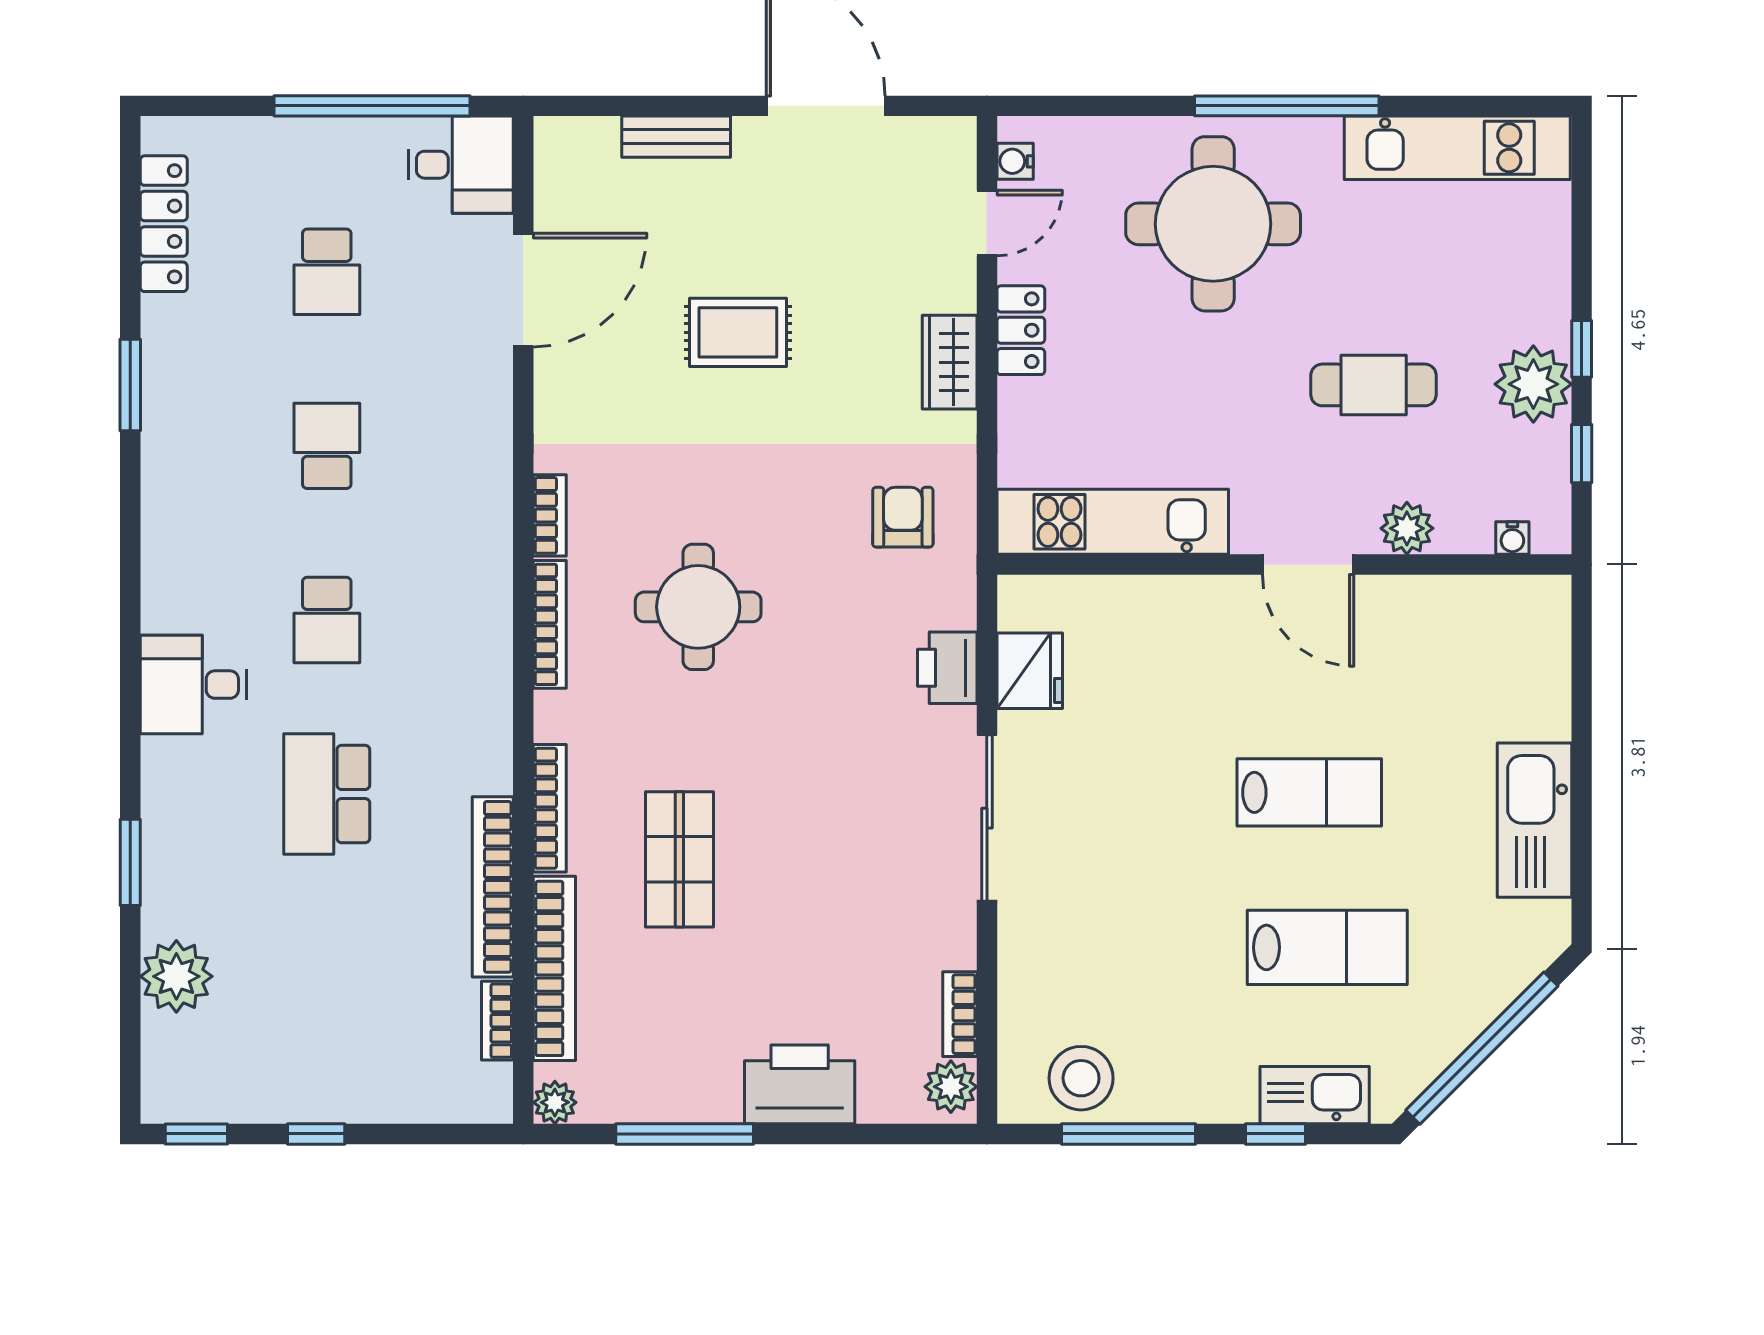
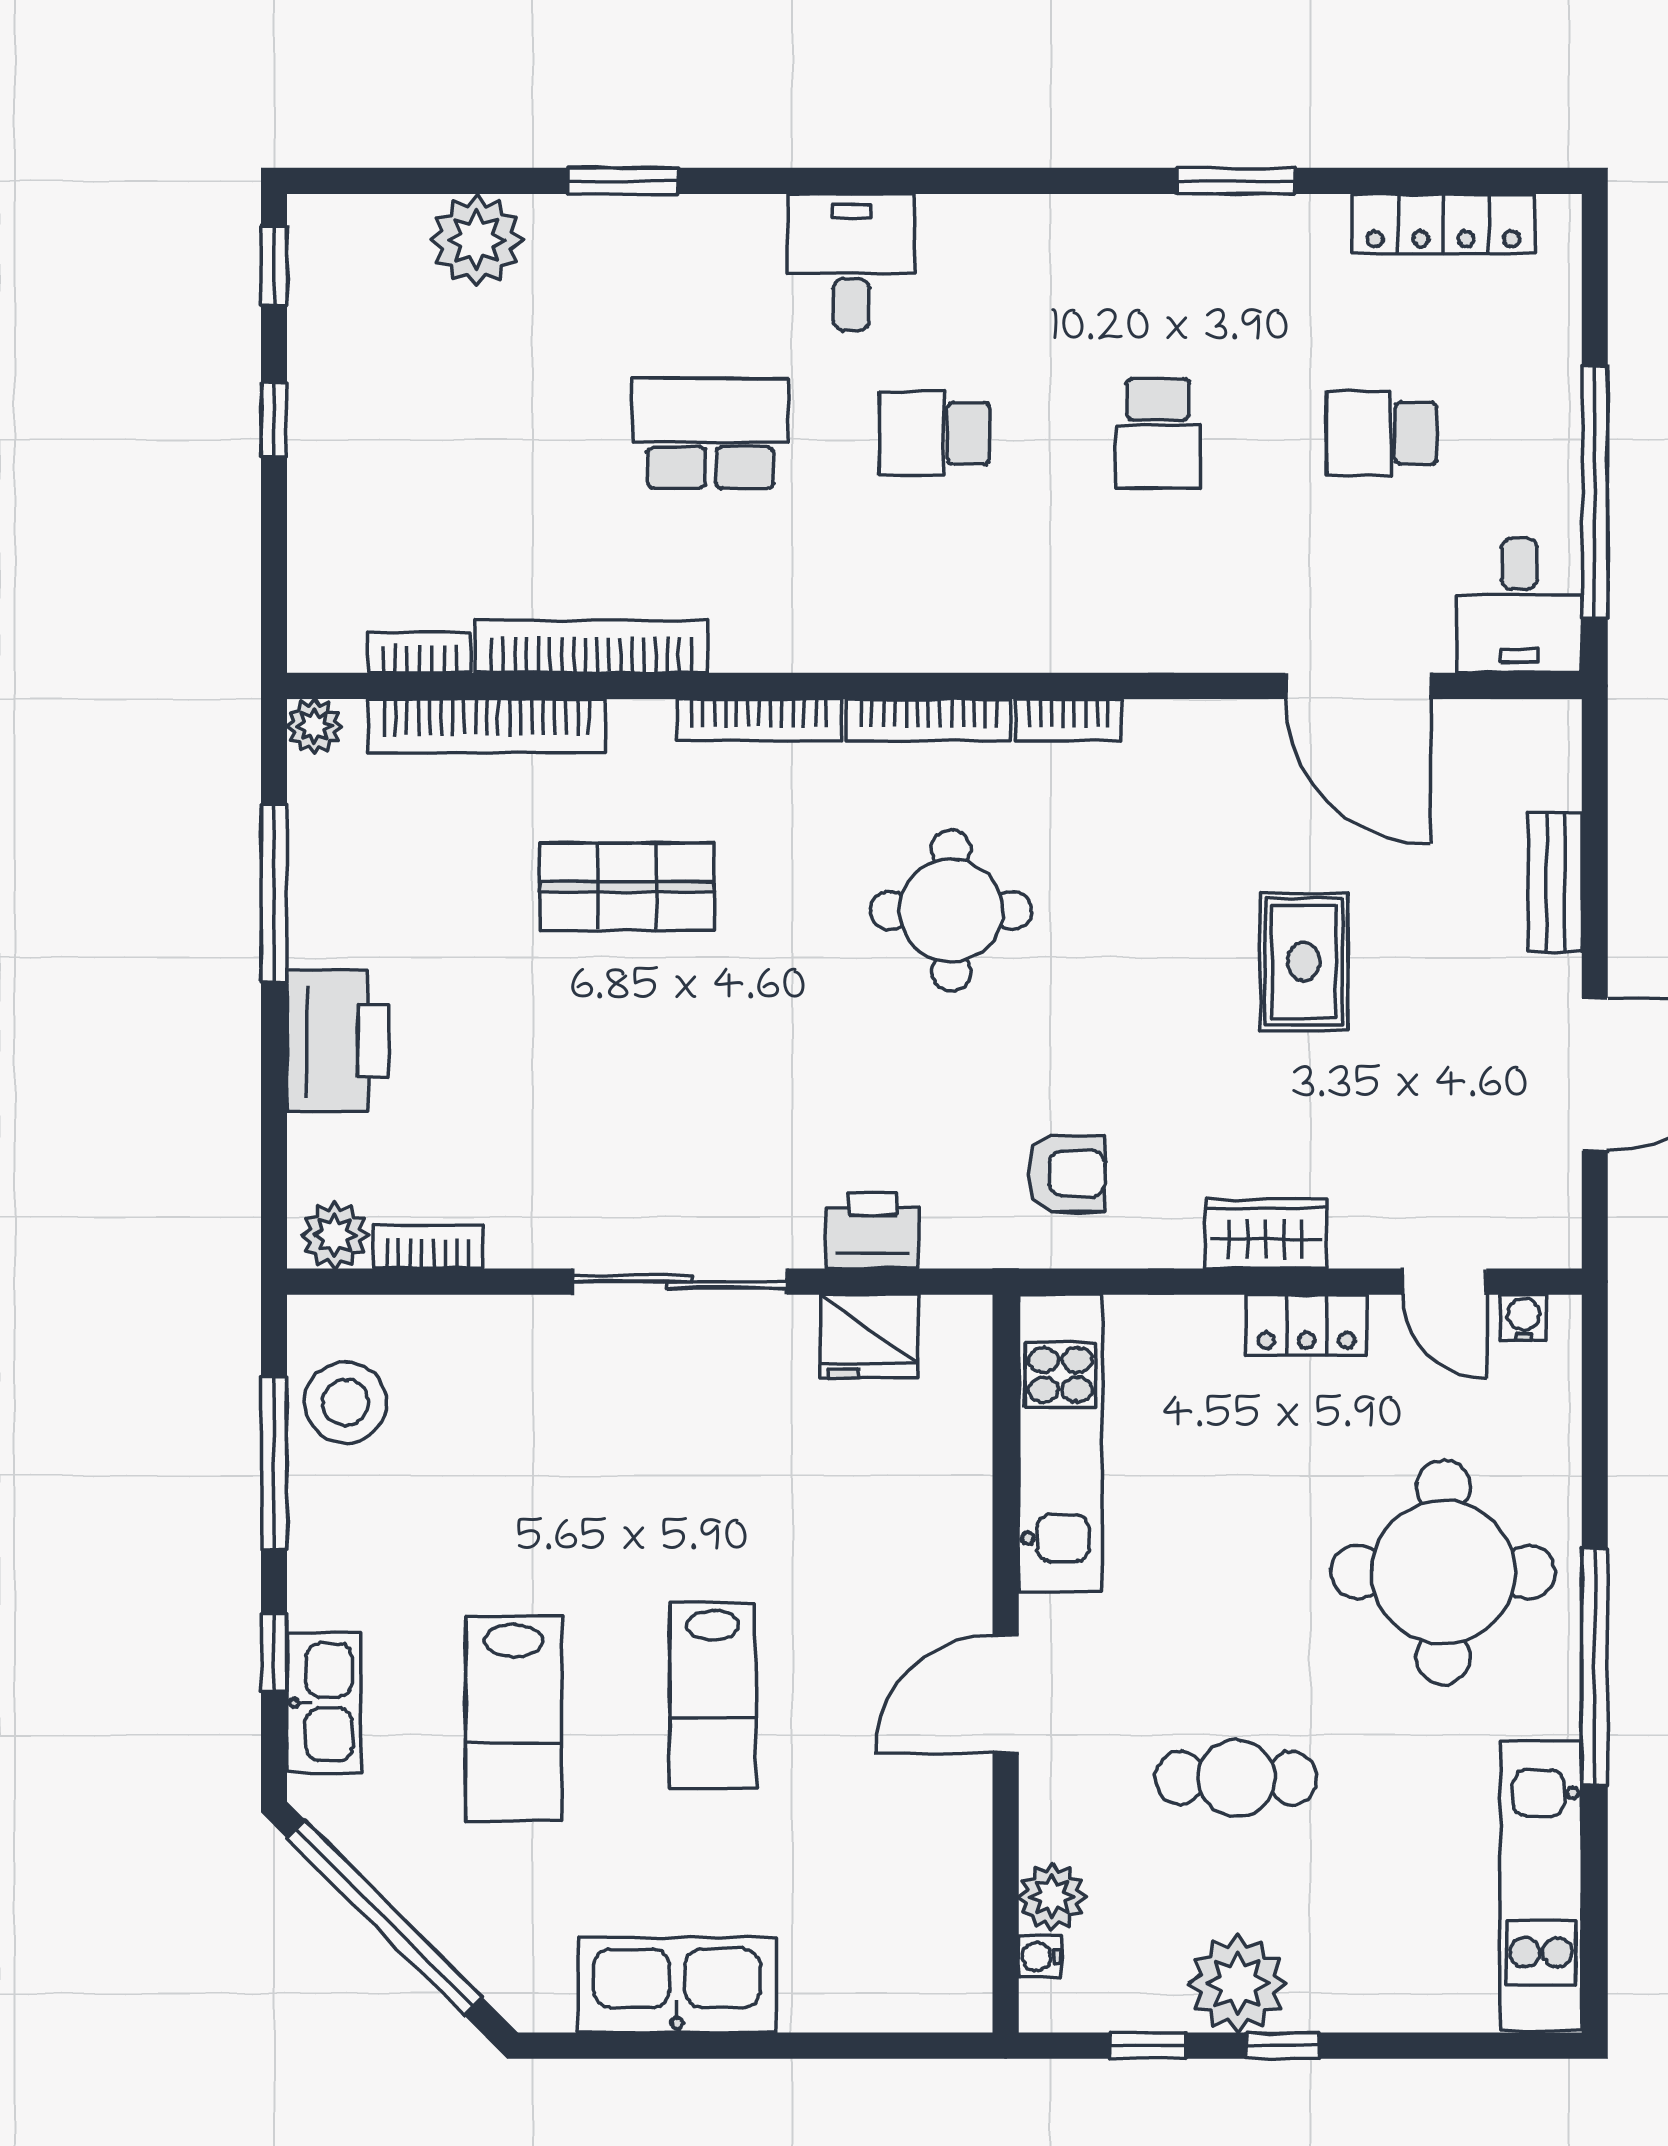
cafe table: (1374, 385) -> (1236, 1778), turned 90
school desk: (327, 446) -> (1158, 433), turned 90
plant: (1407, 528) -> (1052, 1897), moved
bookcase: (550, 808) -> (759, 720), moved

